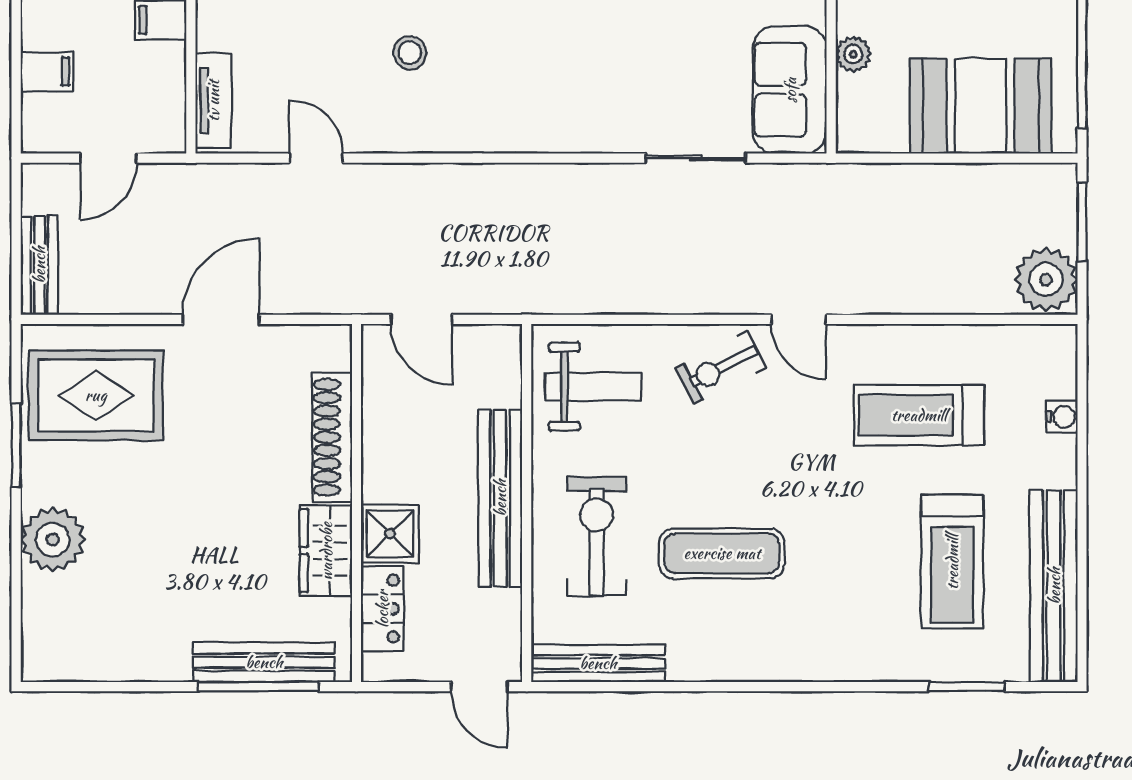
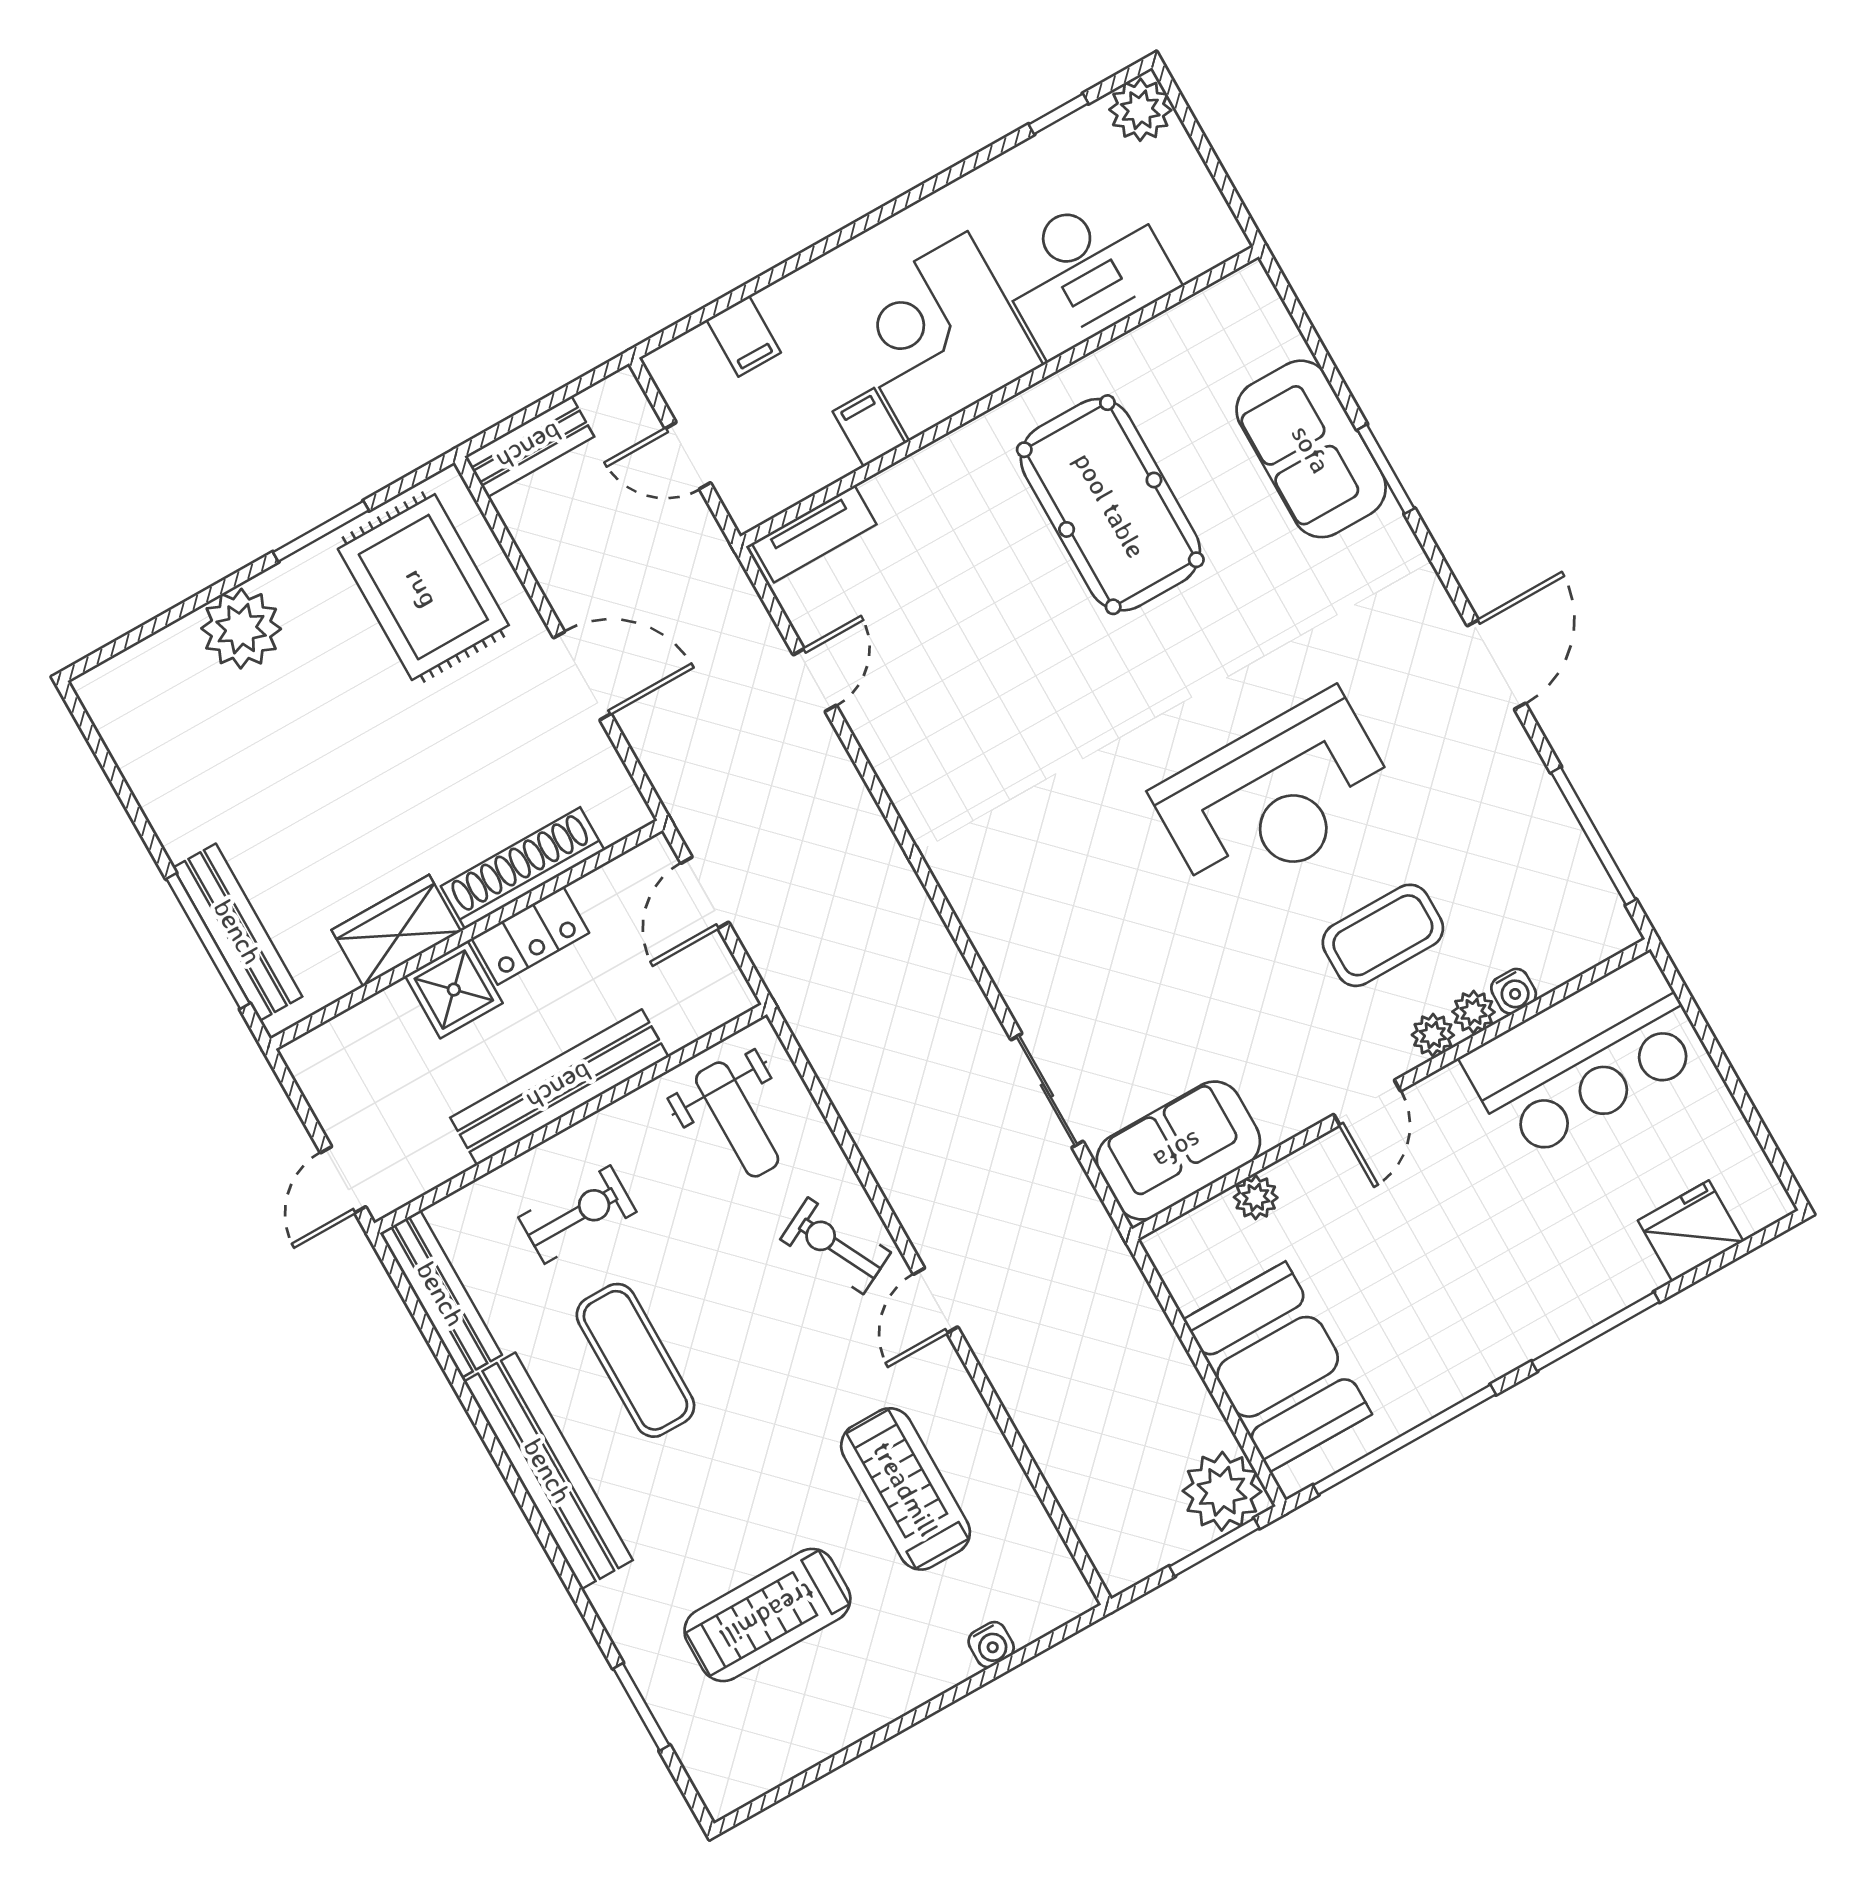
stool: (410, 53) -> (986, 717), removed
plant: (1046, 280) -> (1222, 1491), moved
exercise bike: (597, 536) -> (577, 1215), width x0.73, depth x0.72
bench: (1054, 586) -> (548, 1471), moved, turned 90
locker: (382, 609) -> (530, 936), moved

